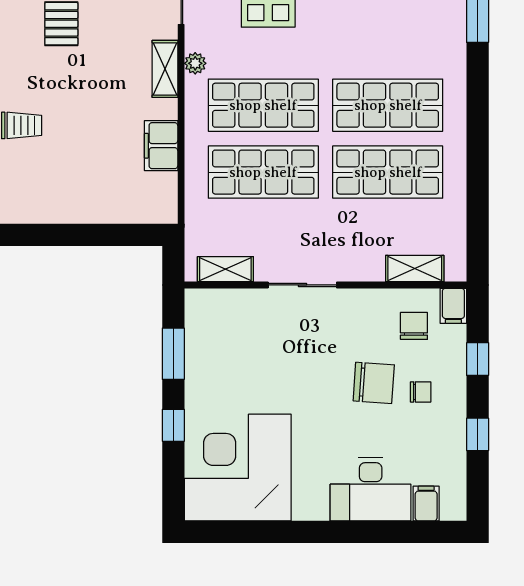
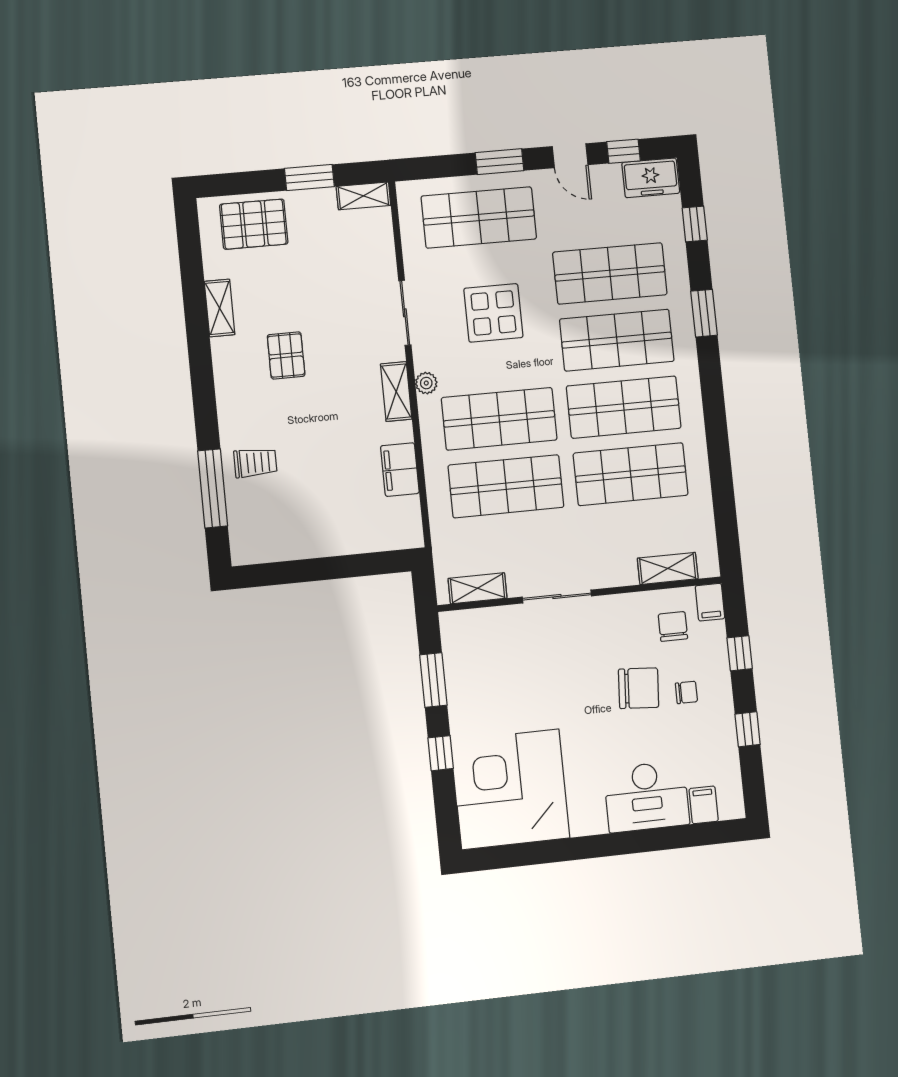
shop shelf: (388, 38) -> (617, 340), added

